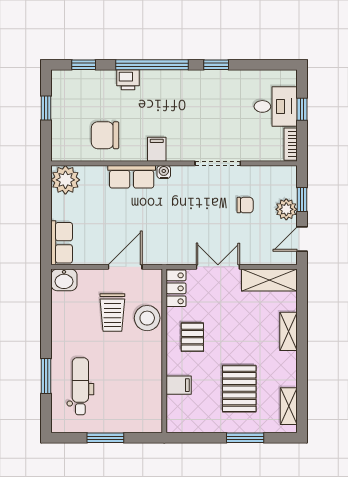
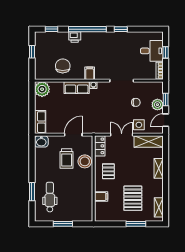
chair: (105, 135) -> (63, 66), turned 90
side table: (251, 248) -> (139, 125), added

